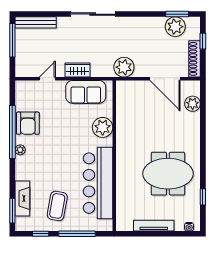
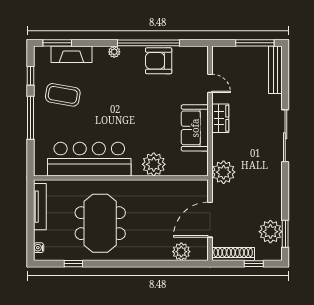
plant: (103, 127) -> (154, 164), moved
plant: (20, 150) -> (114, 52), moved
wall: (114, 156) -> (121, 178), moved
bar counter: (98, 183) -> (89, 159), moved

